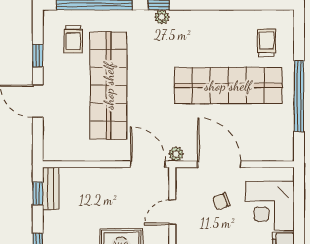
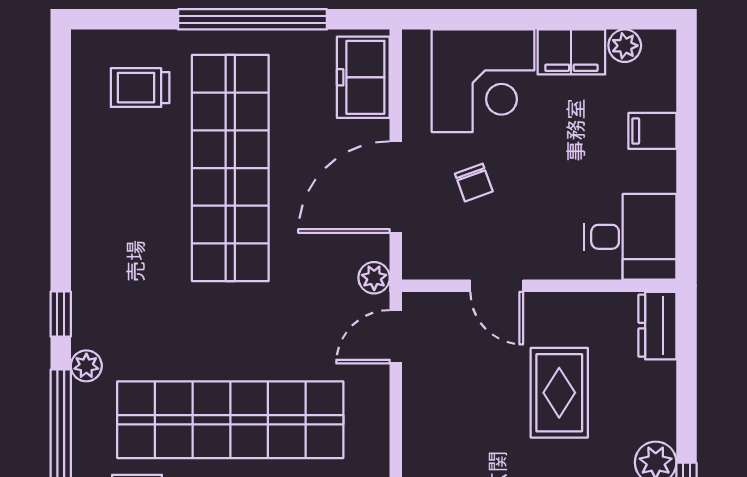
plant: (162, 17) -> (86, 366), moved
freezer: (271, 149) -> (363, 77), added
door: (148, 164) -> (396, 337), width x0.73

